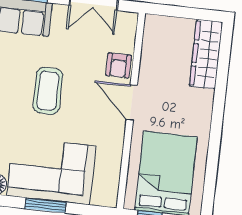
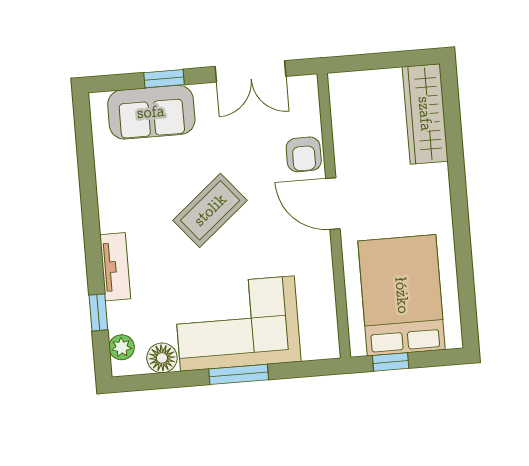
coffee table: (48, 91) -> (210, 210), turned 50

